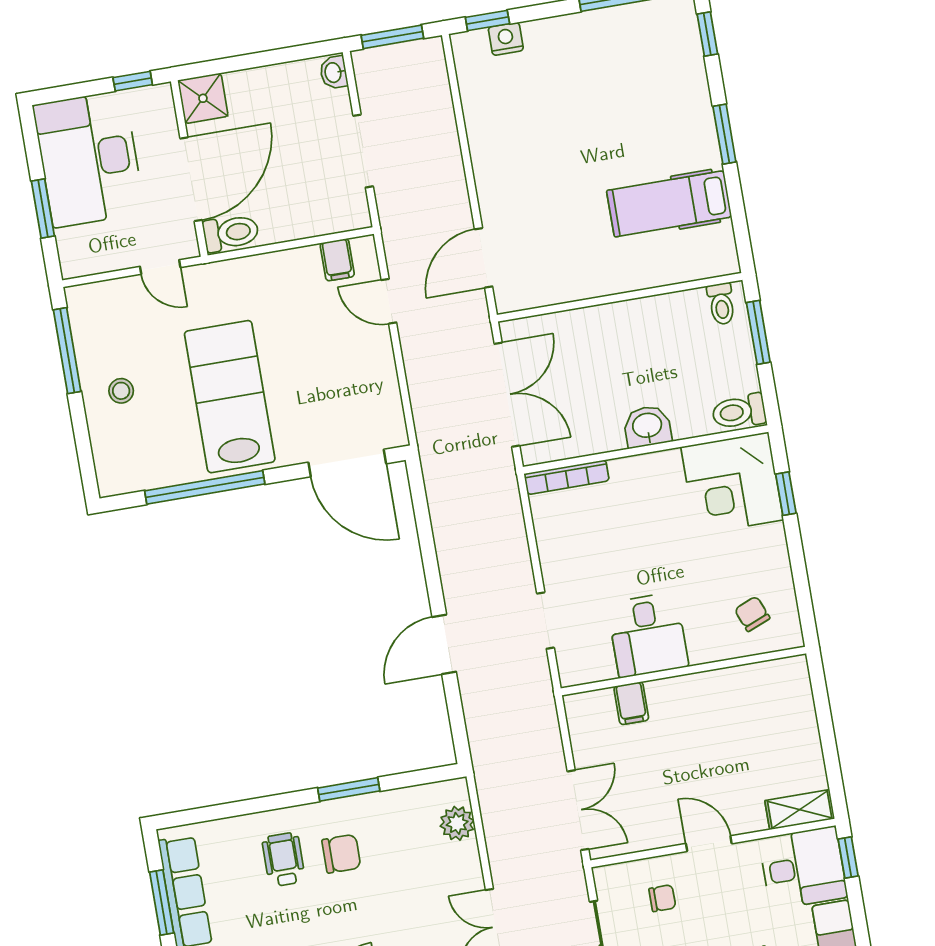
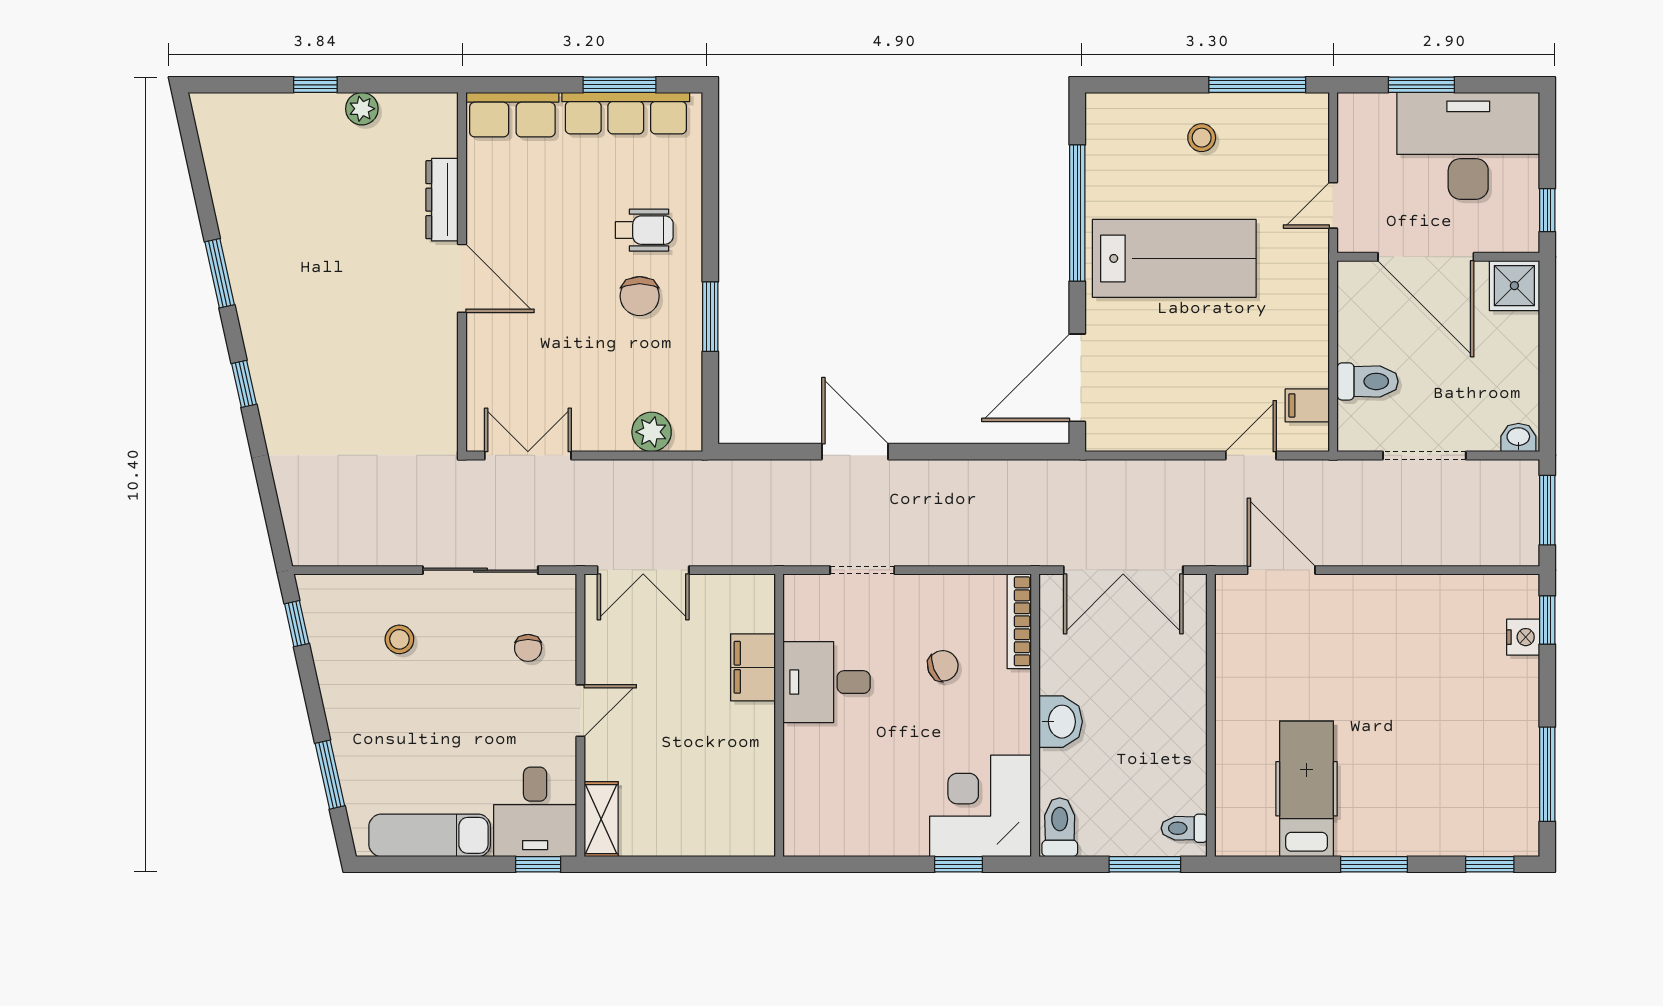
toilet: (231, 233) -> (1368, 381), moved, turned -90
chair: (752, 614) -> (943, 666), moved
filing cabinet: (631, 703) -> (753, 667), width x2.00

